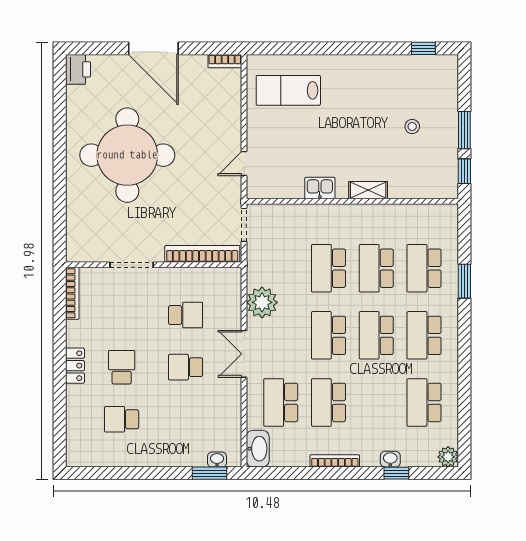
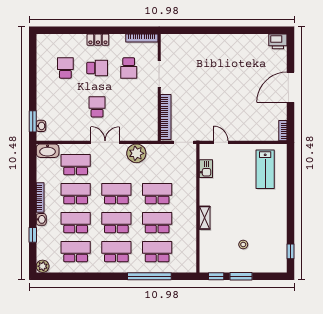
lab bench: (288, 90) -> (265, 169), turned 180
round table: (127, 155) -> (226, 71), removed
kitchen sink: (320, 188) -> (206, 169), moved
window: (464, 281) -> (149, 276), width x2.11
school desk: (186, 315) -> (129, 68), moved
school desk: (376, 402) -> (76, 223), added
washbasin: (390, 459) -> (41, 219), moved

